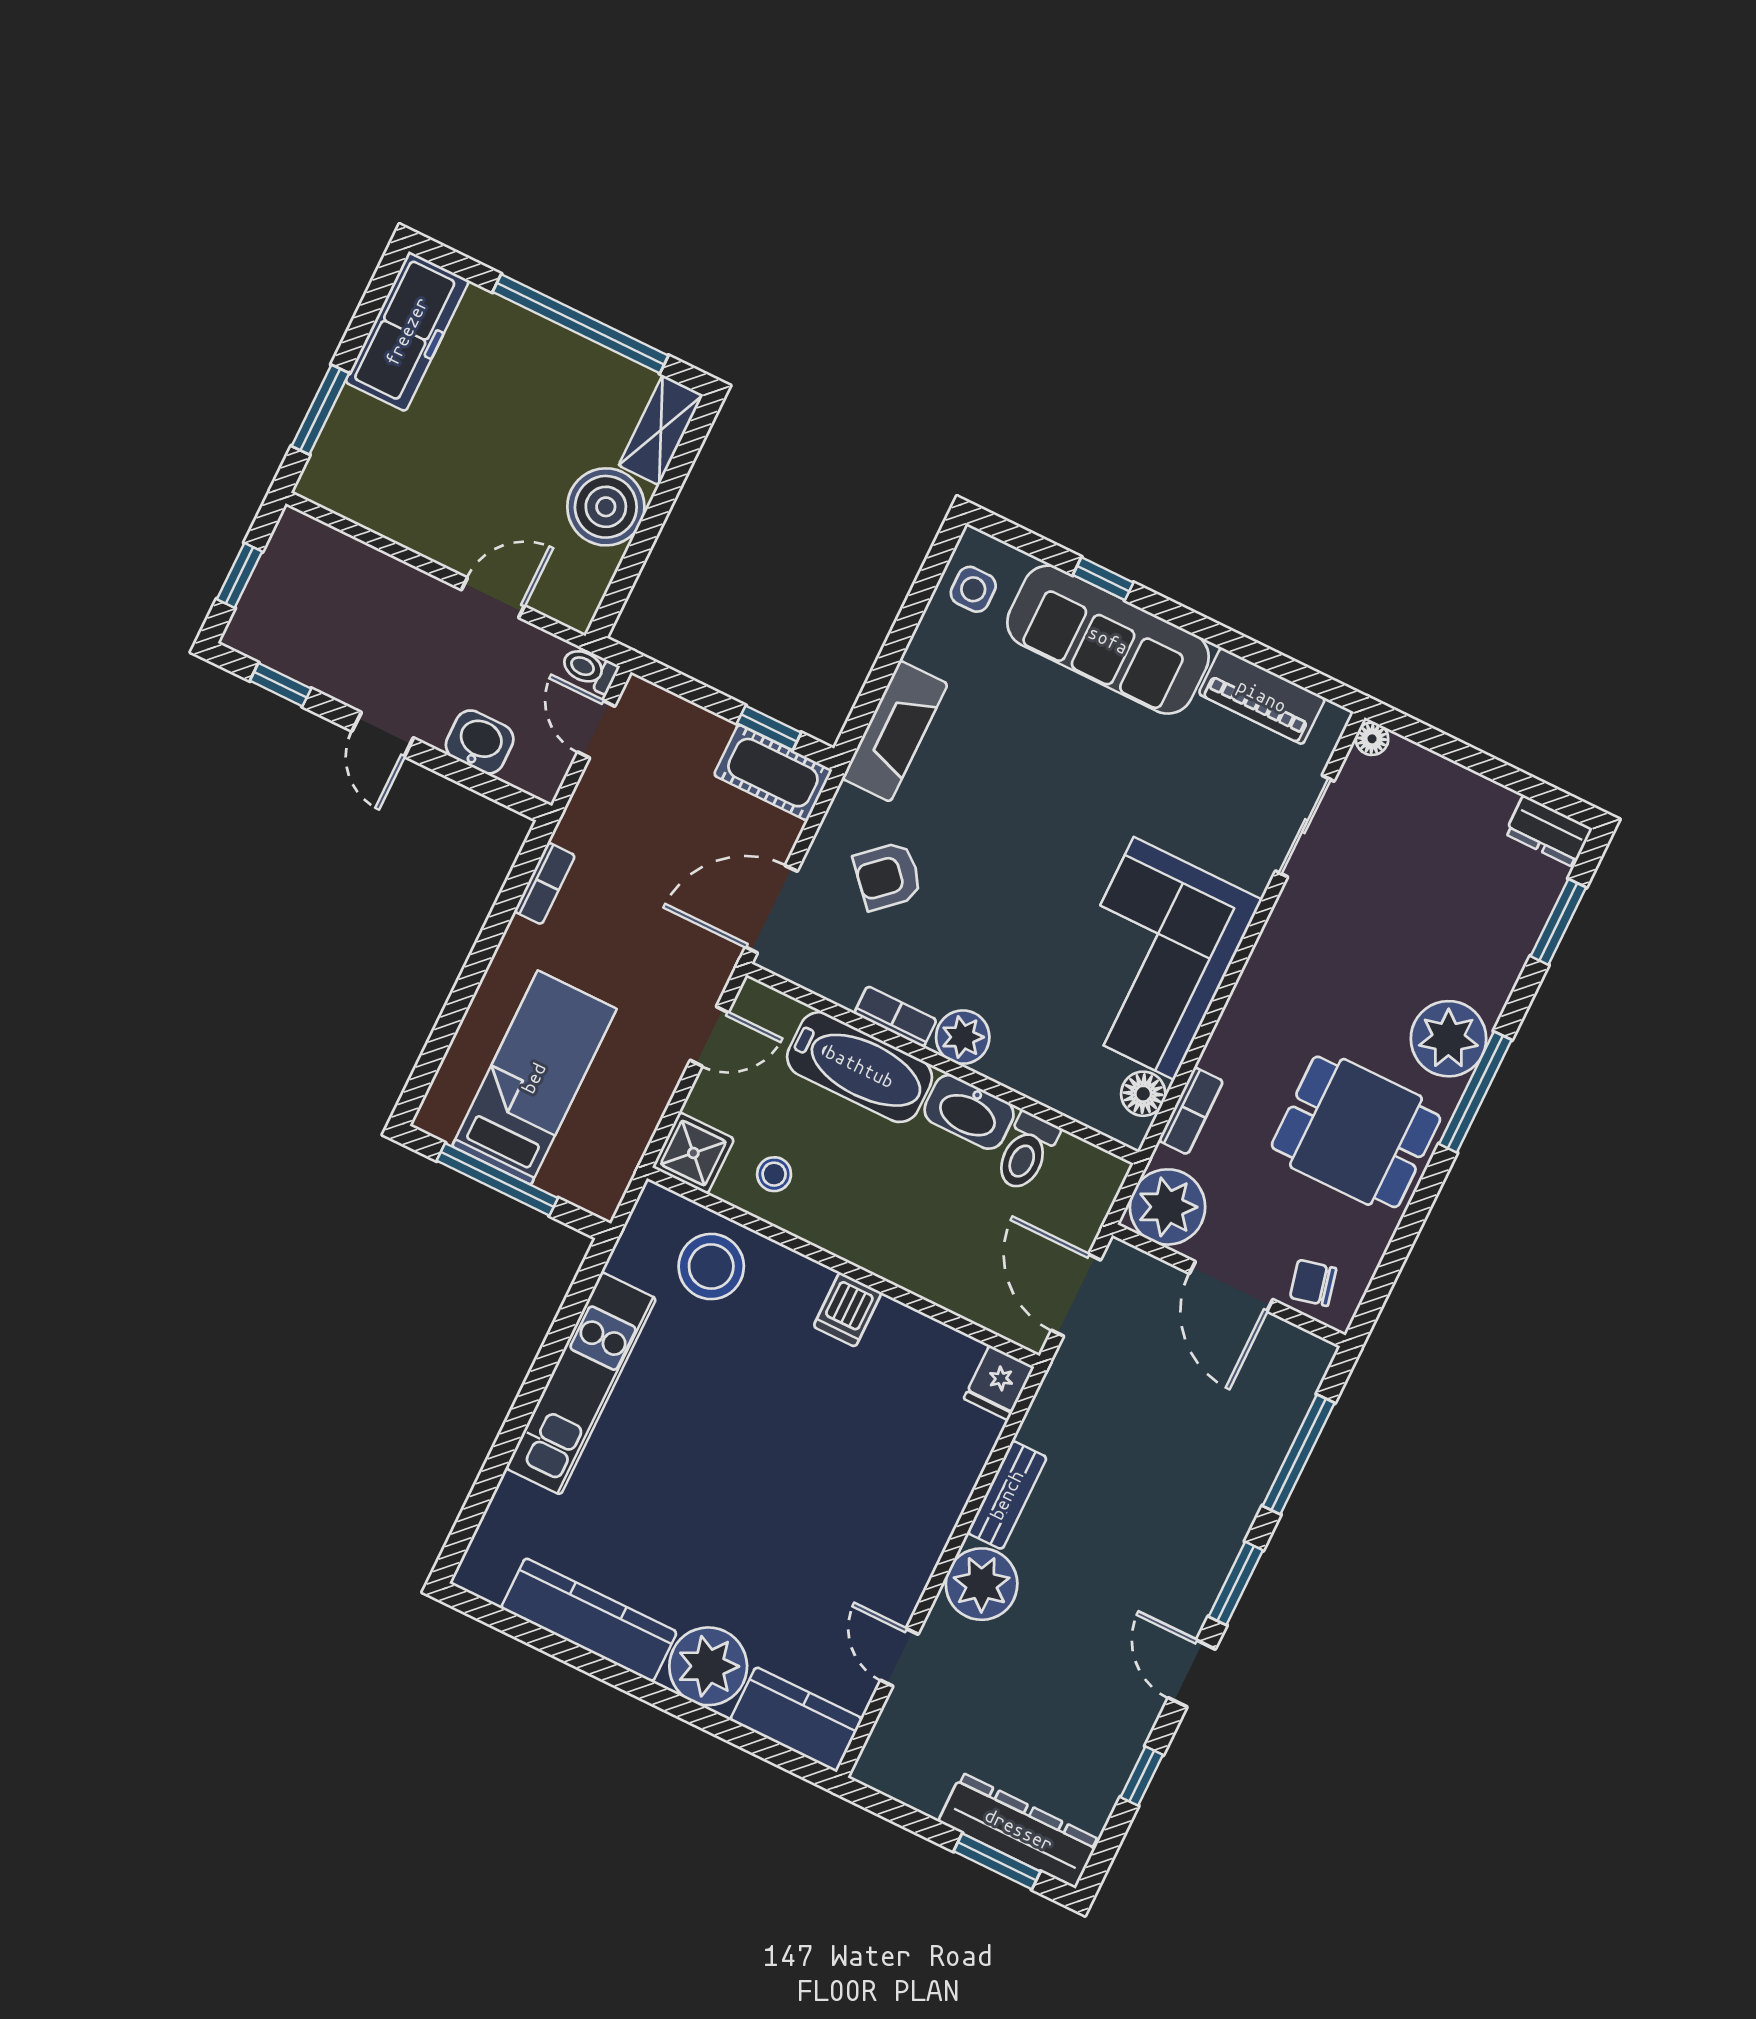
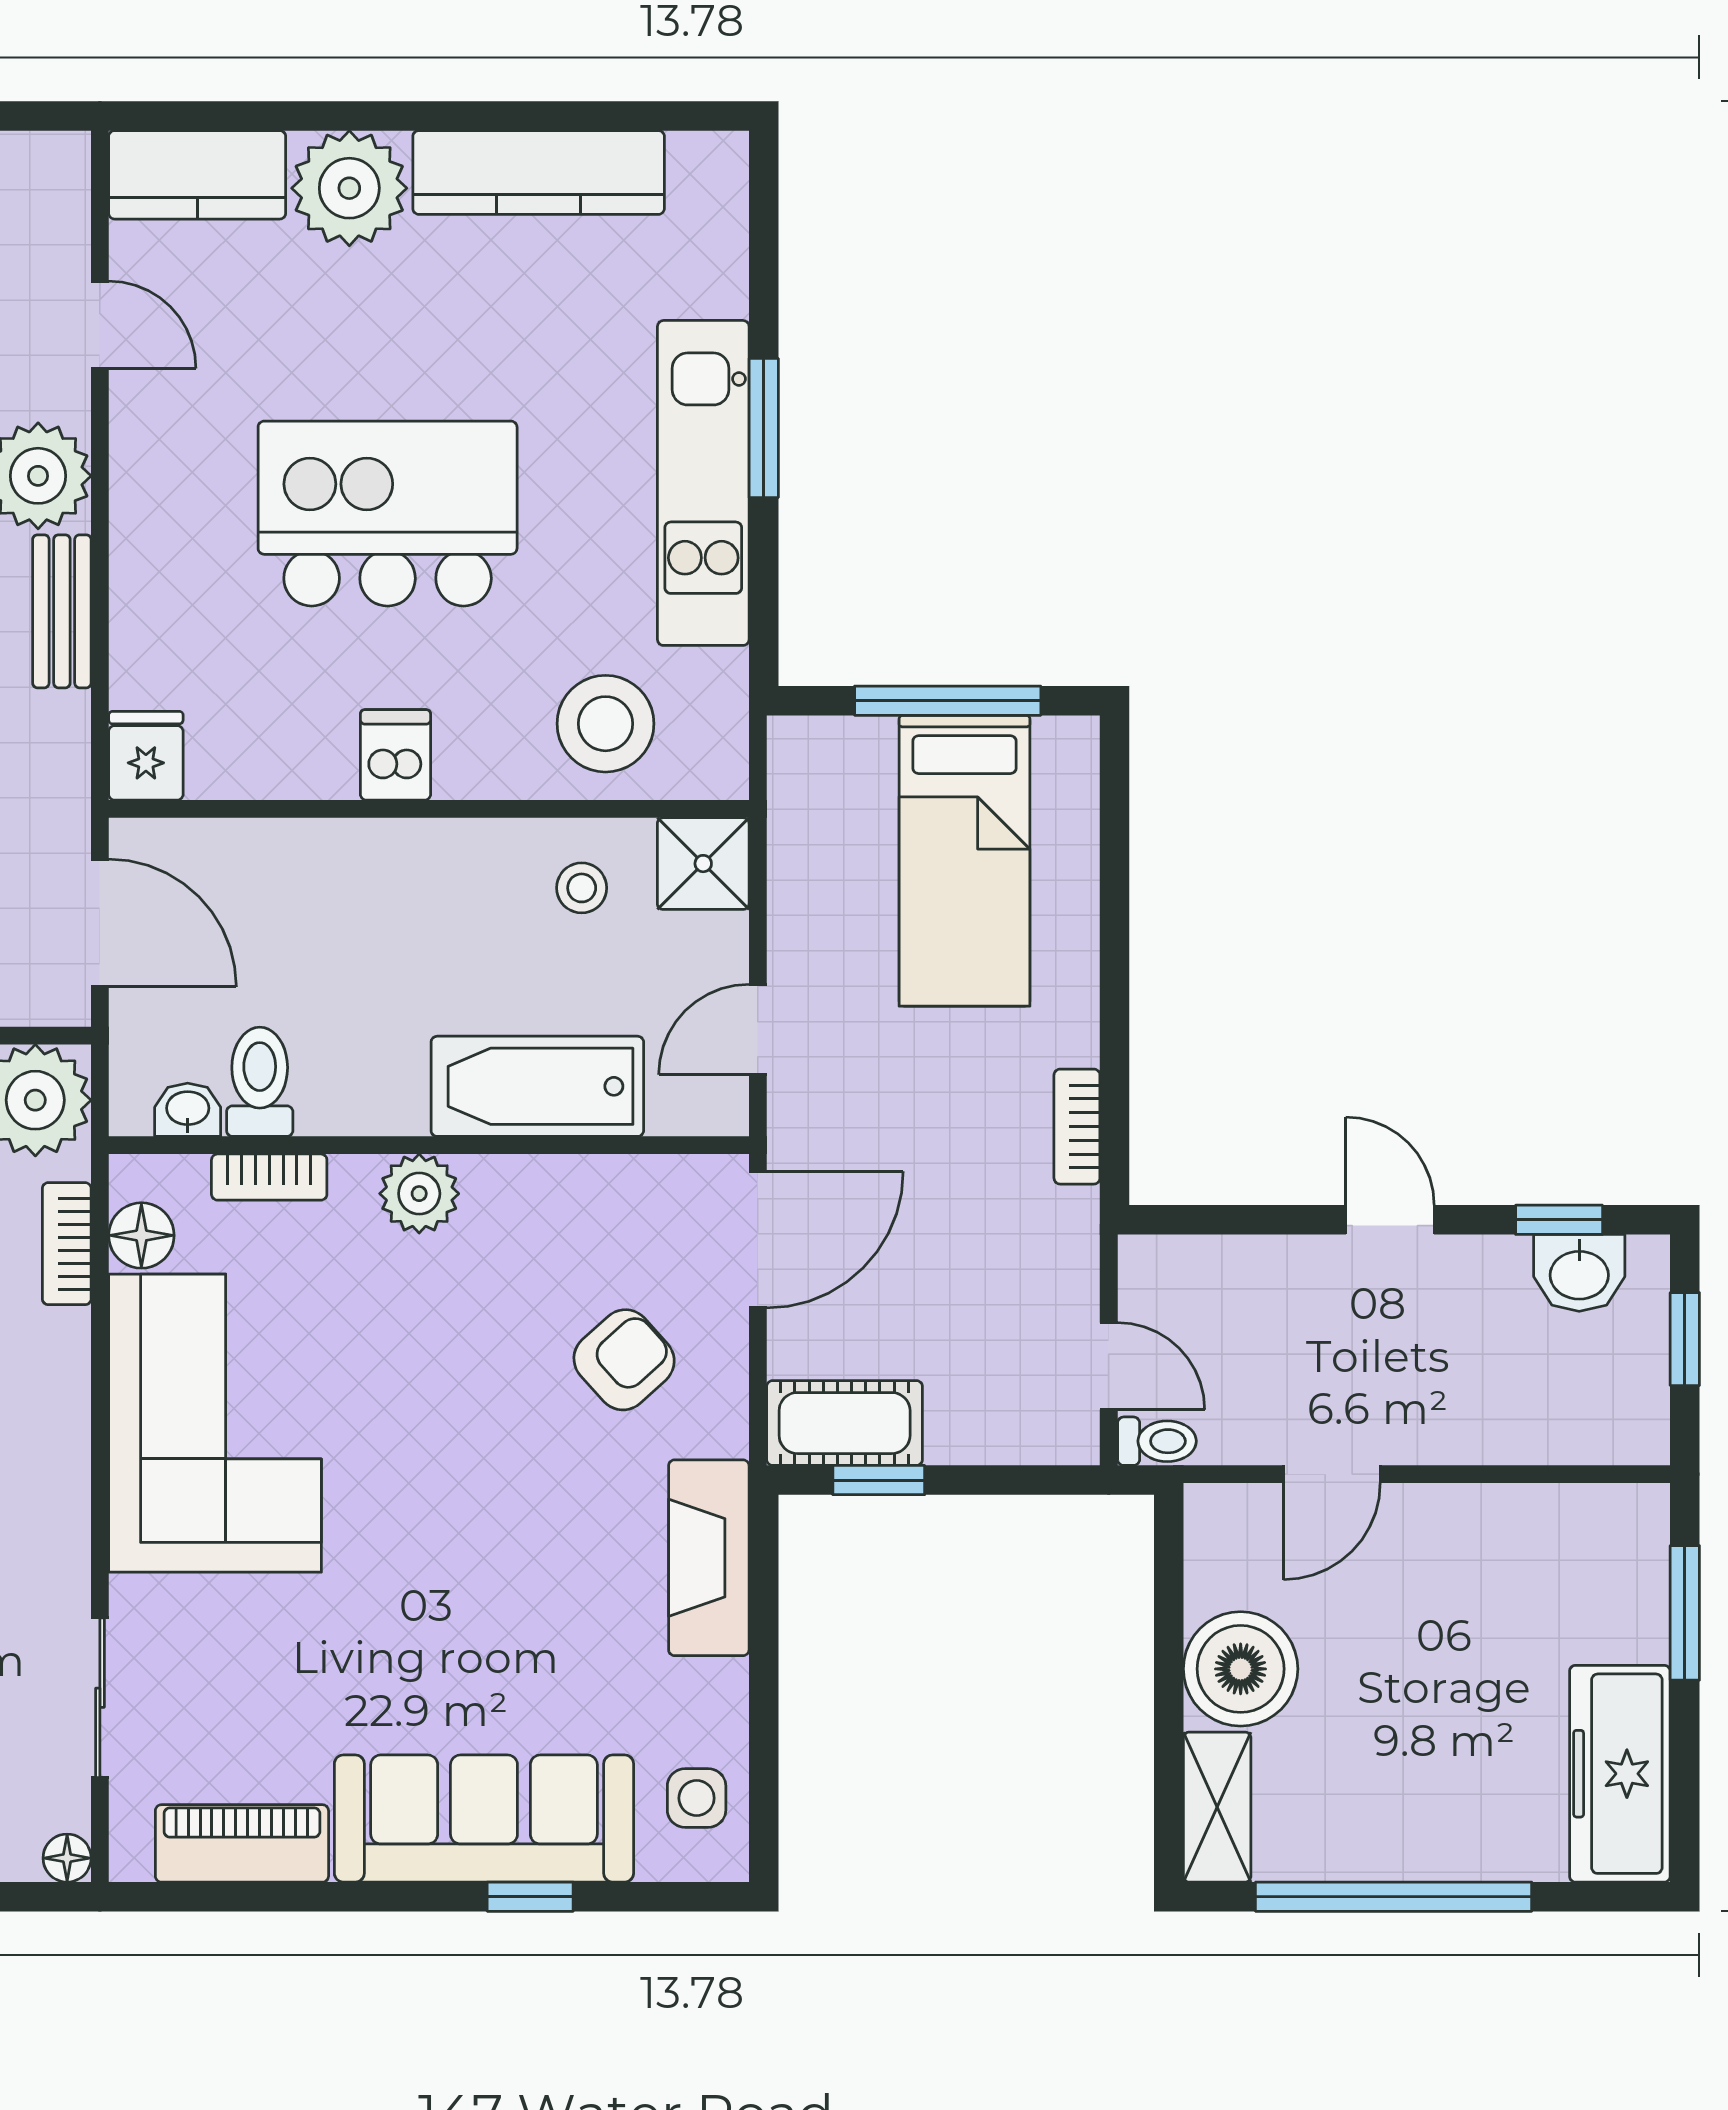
washbasin: (480, 742) -> (1579, 1273), moved
bookcase: (895, 1017) -> (269, 1177), moved
washbasin: (969, 1112) -> (188, 1110), moved, width x0.52, depth x0.69
window: (528, 1399) -> (764, 428), added
kitchen island: (781, 1458) -> (388, 514), added

